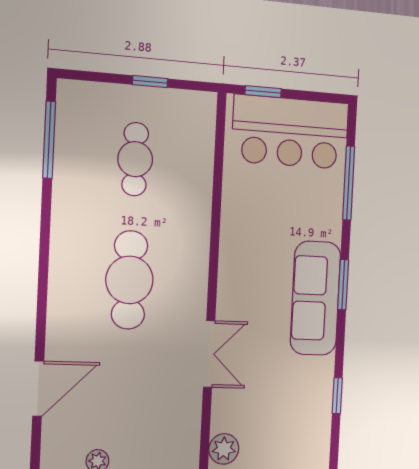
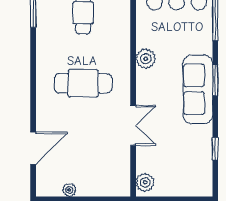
plant: (235, 244) -> (146, 59), added
cafe table: (129, 280) -> (83, 83), turned 90

